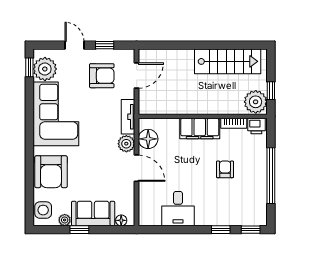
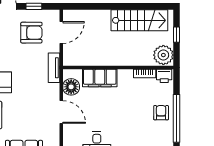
window: (271, 91) -> (176, 35), moved
filing cabinet: (200, 129) -> (100, 78), moved
plant: (126, 144) -> (52, 91), removed
armchair: (225, 169) -> (161, 113), moved

